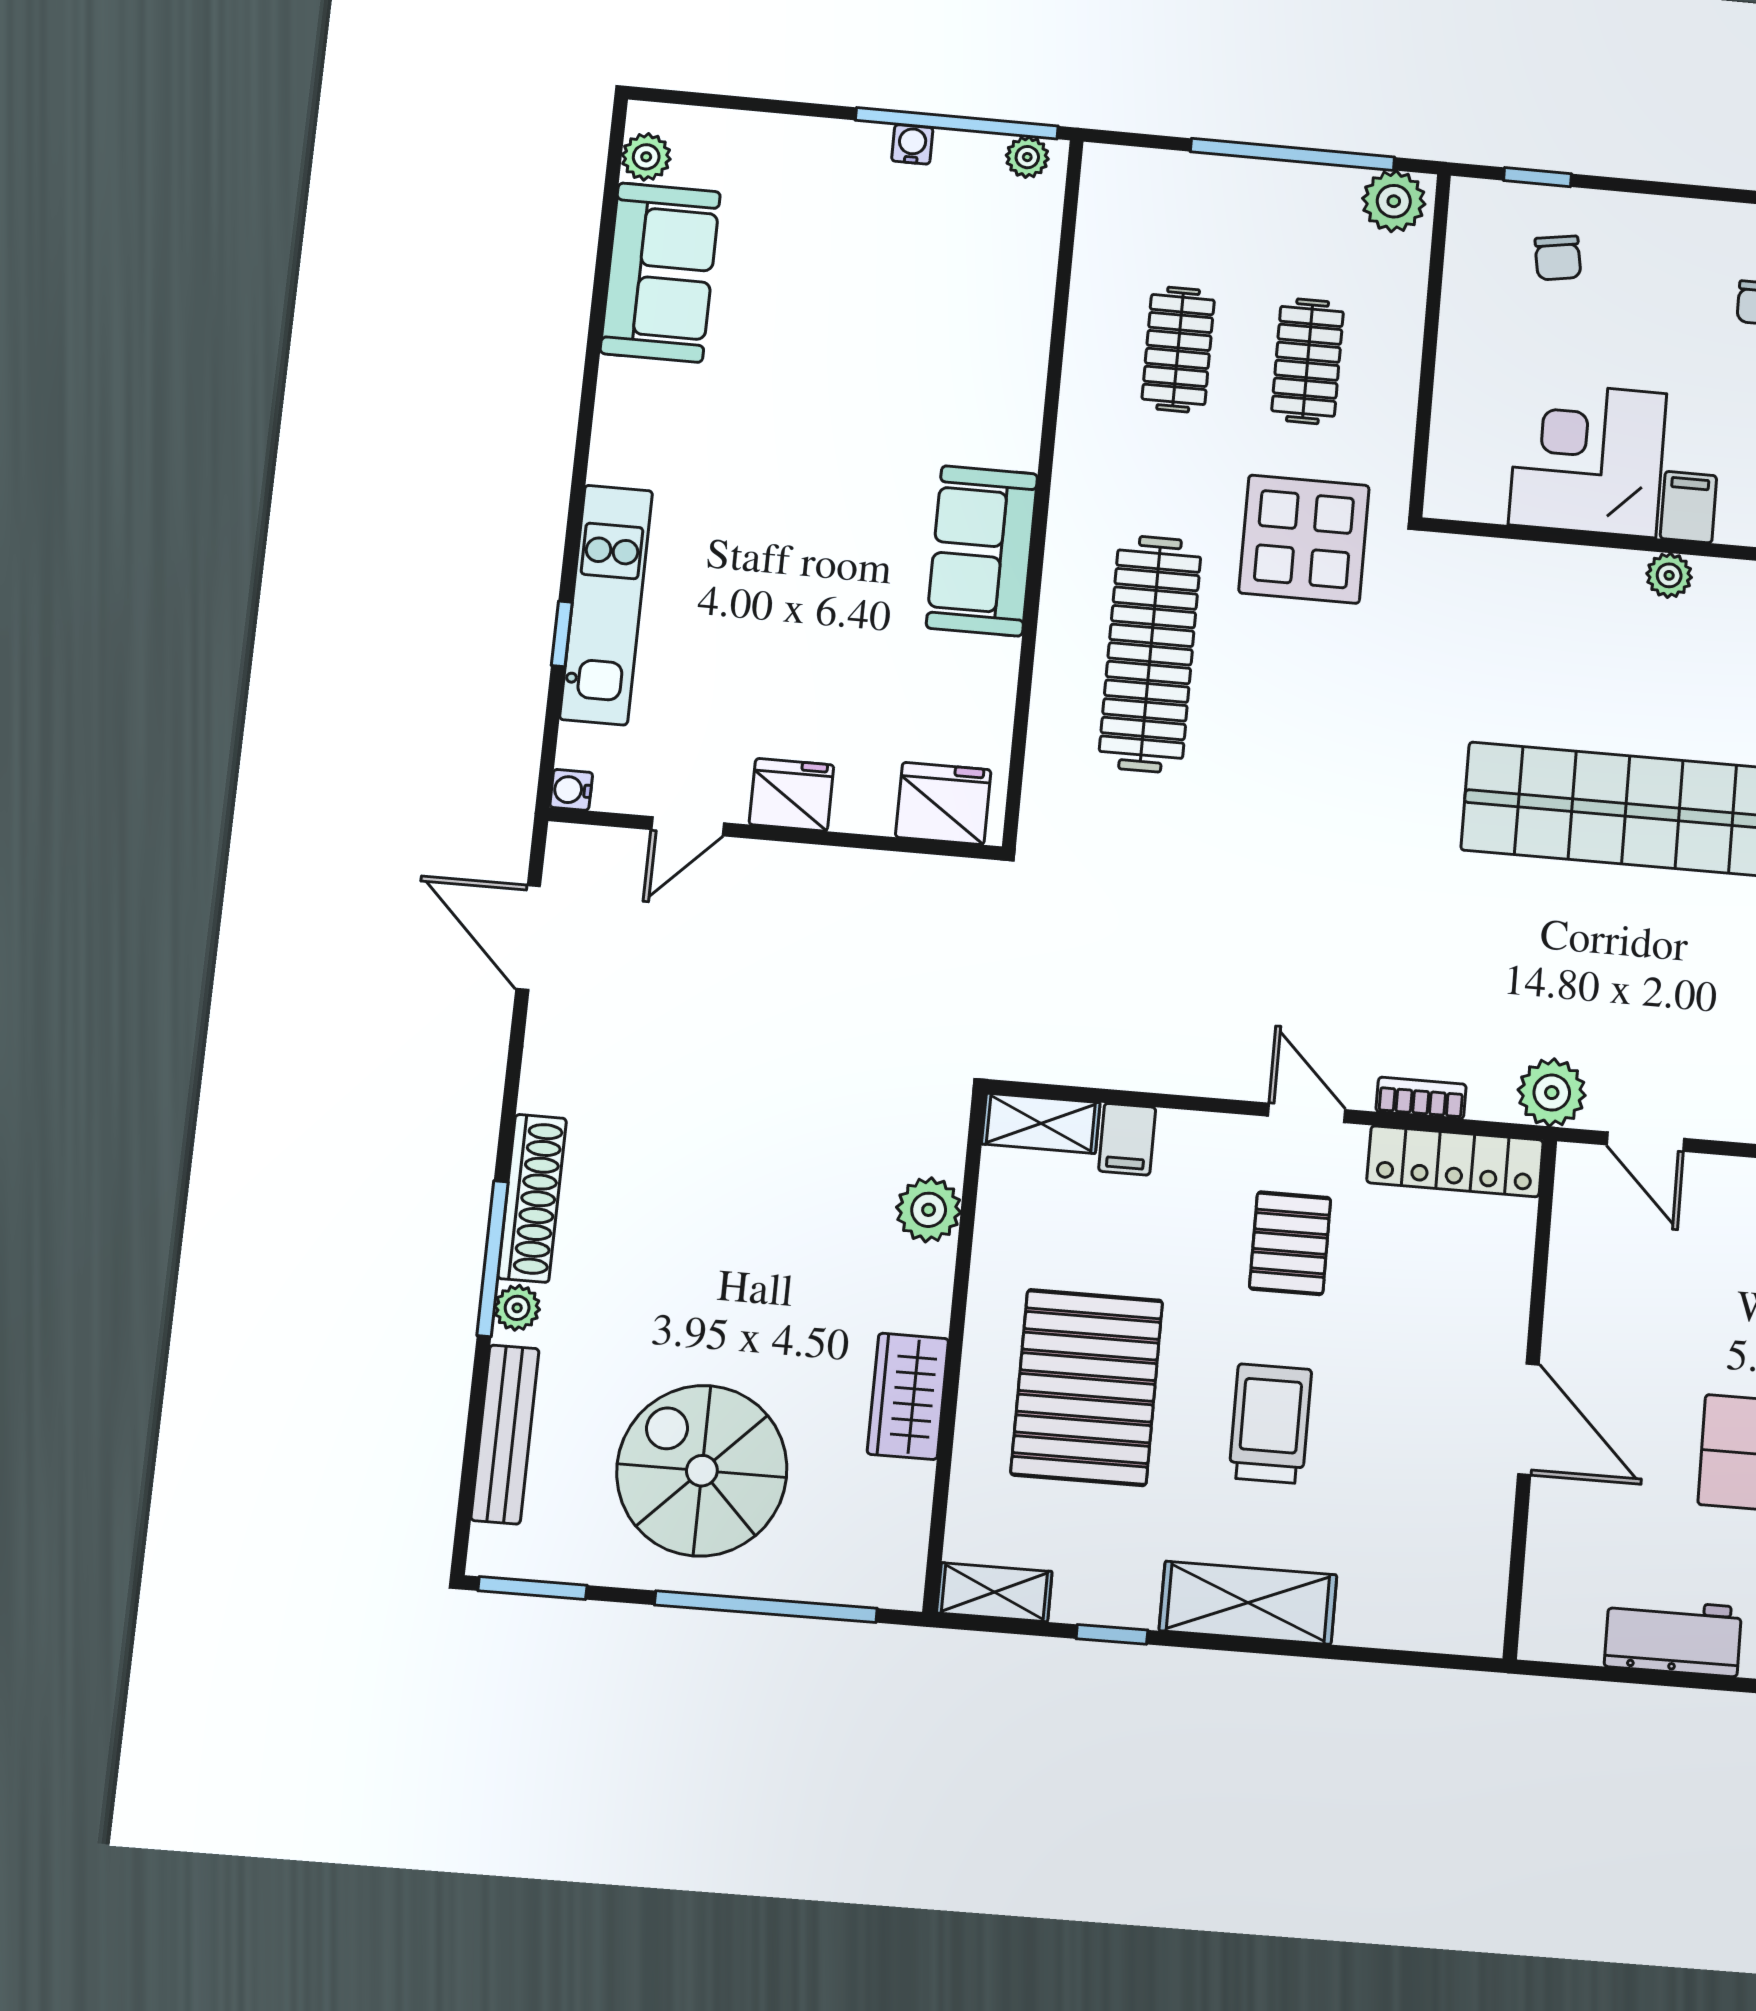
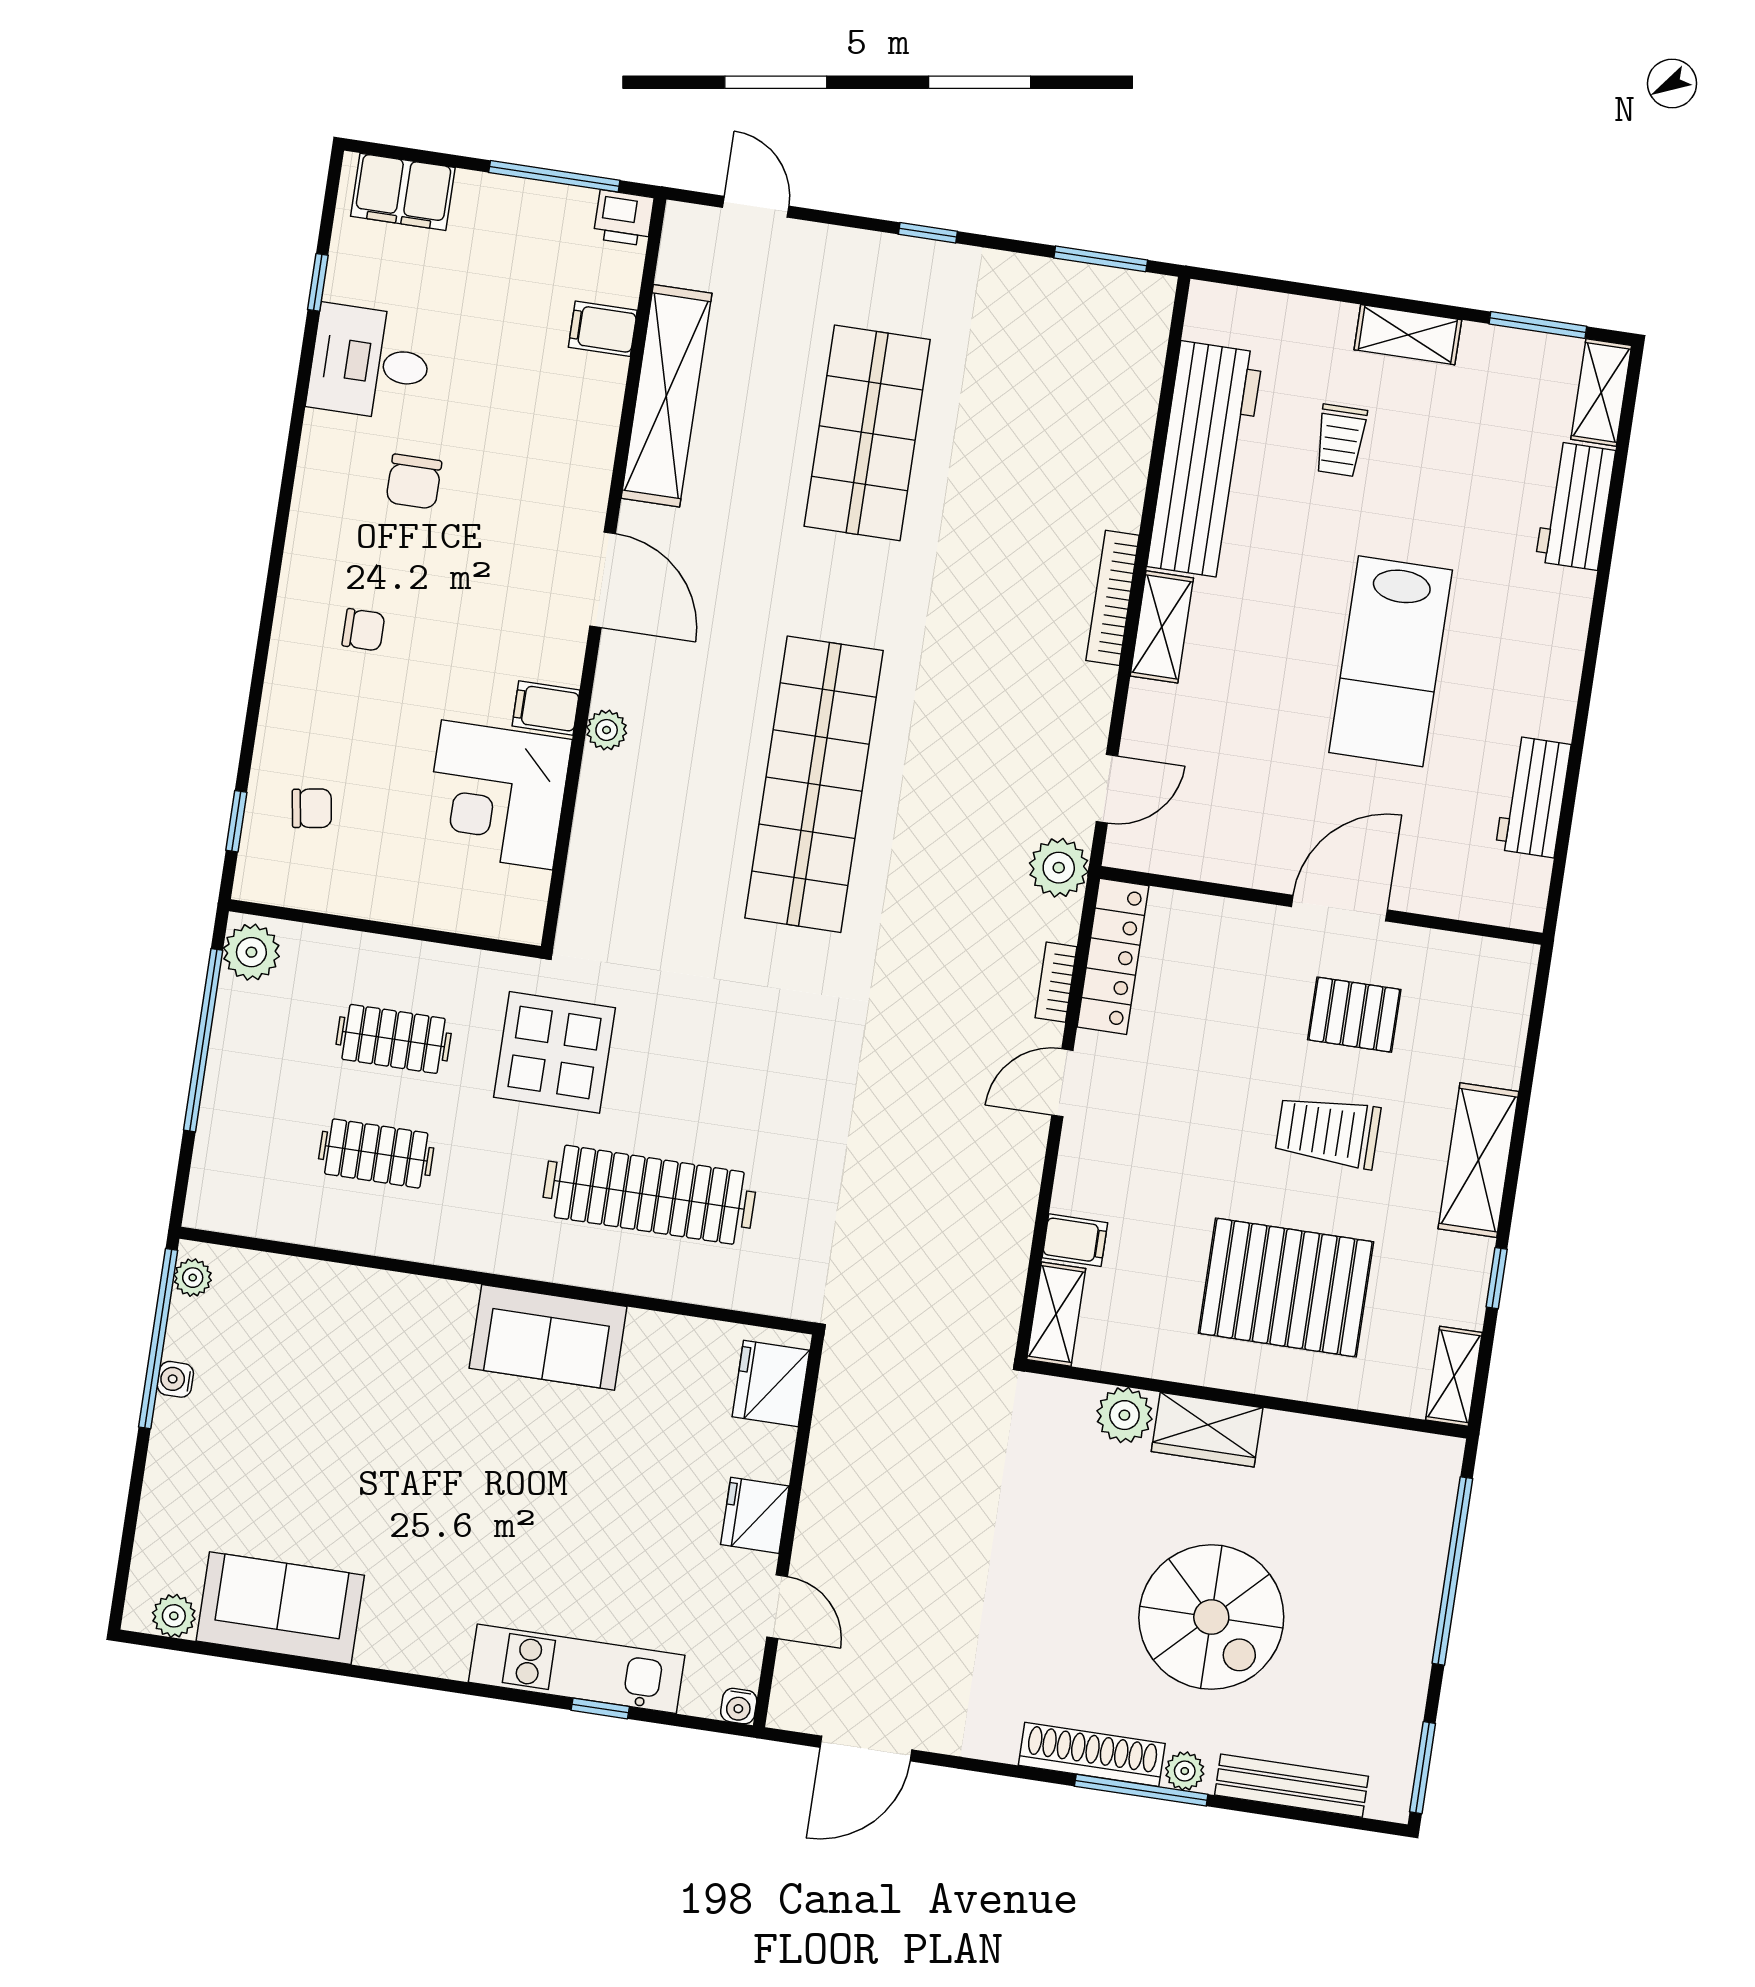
pallet: (1290, 1243) -> (1354, 1015), moved
wardrobe: (908, 1396) -> (1207, 1430), moved
spiral stairs: (702, 1471) -> (1211, 1617), moved, turned -90

